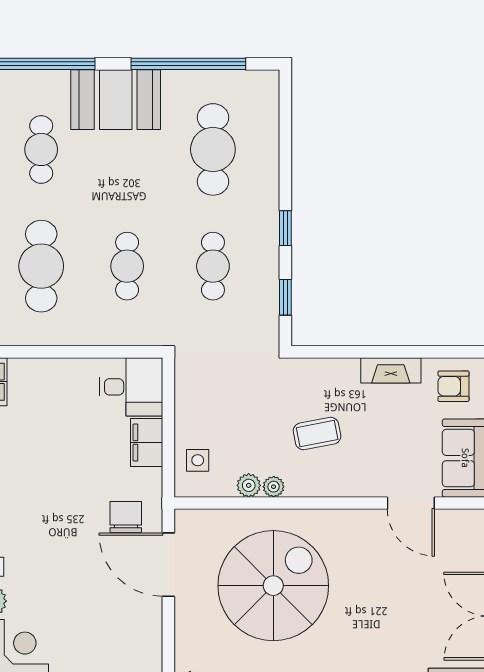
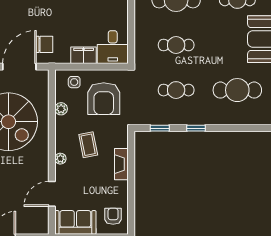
fireplace: (391, 370) -> (121, 164), moved
armchair: (229, 404) -> (104, 99), added
plant: (274, 487) -> (60, 159), moved

